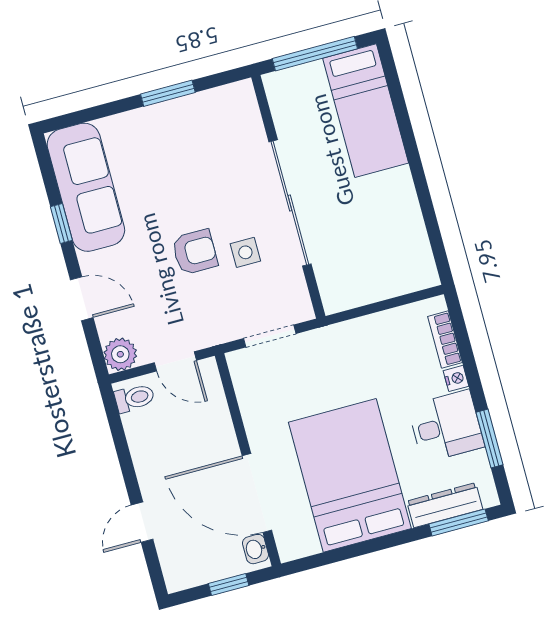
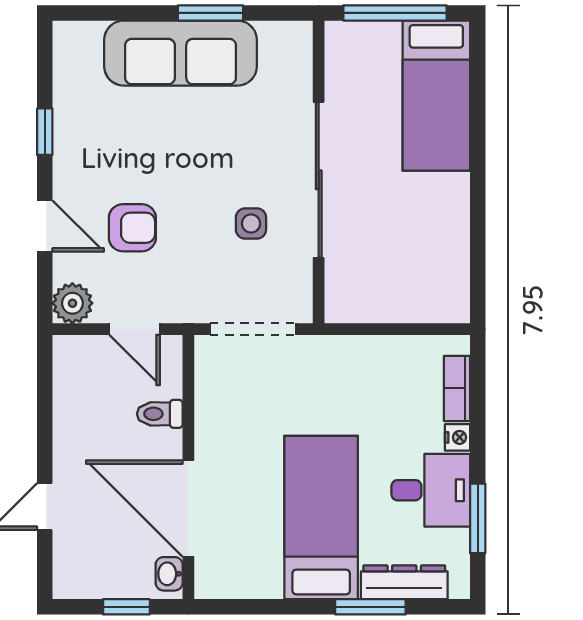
sofa: (86, 187) -> (181, 53), moved, turned 90
armchair: (195, 252) -> (132, 228), moved
doorway: (270, 336) -> (253, 329), width x1.38
toilet: (135, 398) -> (160, 414), moved, turned 180
bed: (350, 475) -> (321, 517), width x0.67
window: (459, 522) -> (370, 607), moved

